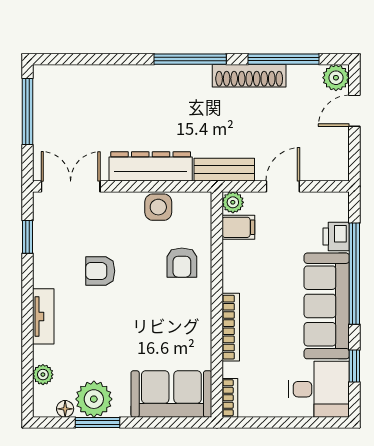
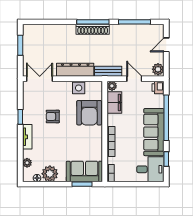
shoe rack: (249, 76) -> (93, 29), moved
plant: (336, 78) -> (158, 69), moved
window: (27, 111) -> (20, 45), width x0.69
door: (283, 186) -> (134, 79), hinge flipped
filing cabinet: (238, 227) -> (114, 102), width x2.00
printer: (336, 236) -> (158, 87), moved
window: (27, 237) -> (20, 117), moved
armchair: (182, 263) -> (89, 113), width x1.88, depth x1.88
window: (97, 422) -> (82, 184), moved

